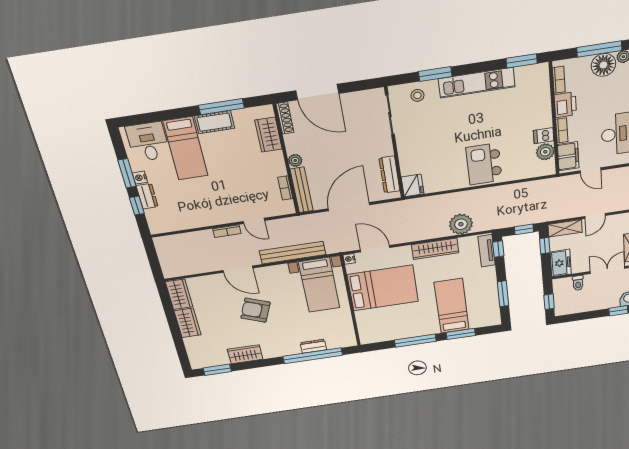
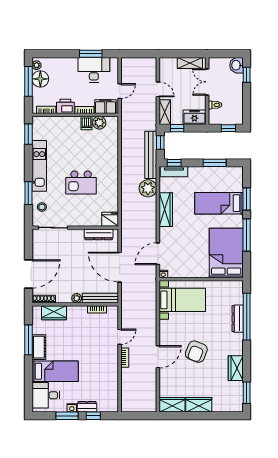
kitchen island: (484, 164) -> (81, 182), moved
bench: (293, 253) -> (151, 155), moved
bed: (383, 288) -> (226, 253), moved
dresser: (313, 346) -> (238, 319), width x1.44

